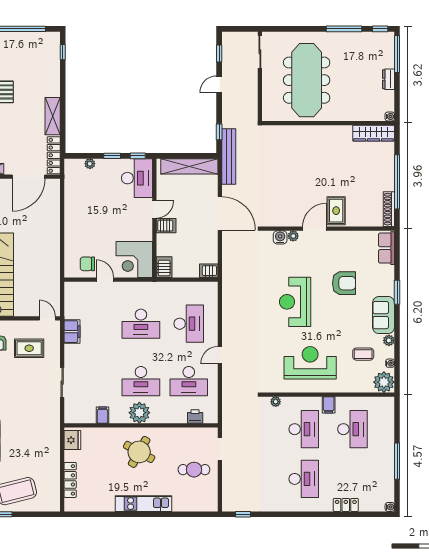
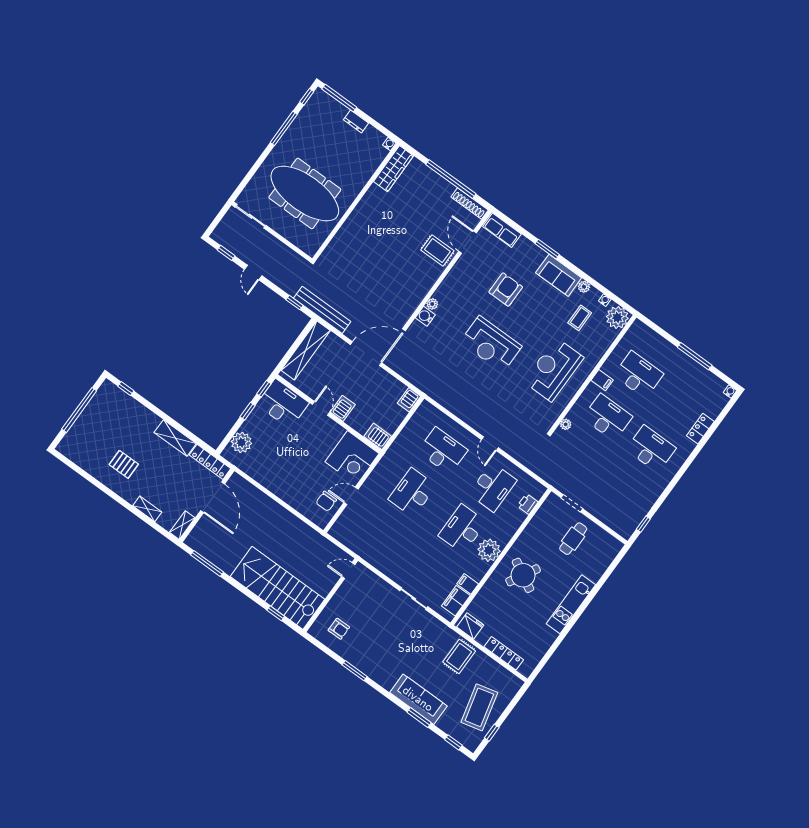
plant: (90, 164) -> (241, 442), width x1.87, depth x1.87
door: (314, 229) -> (468, 242), moved
desk: (141, 324) -> (412, 492), turned 180
filing cabinet: (72, 332) -> (456, 601), moved, turned -90
rug: (29, 348) -> (459, 657), moved
desk: (141, 381) -> (462, 529), turned 180

